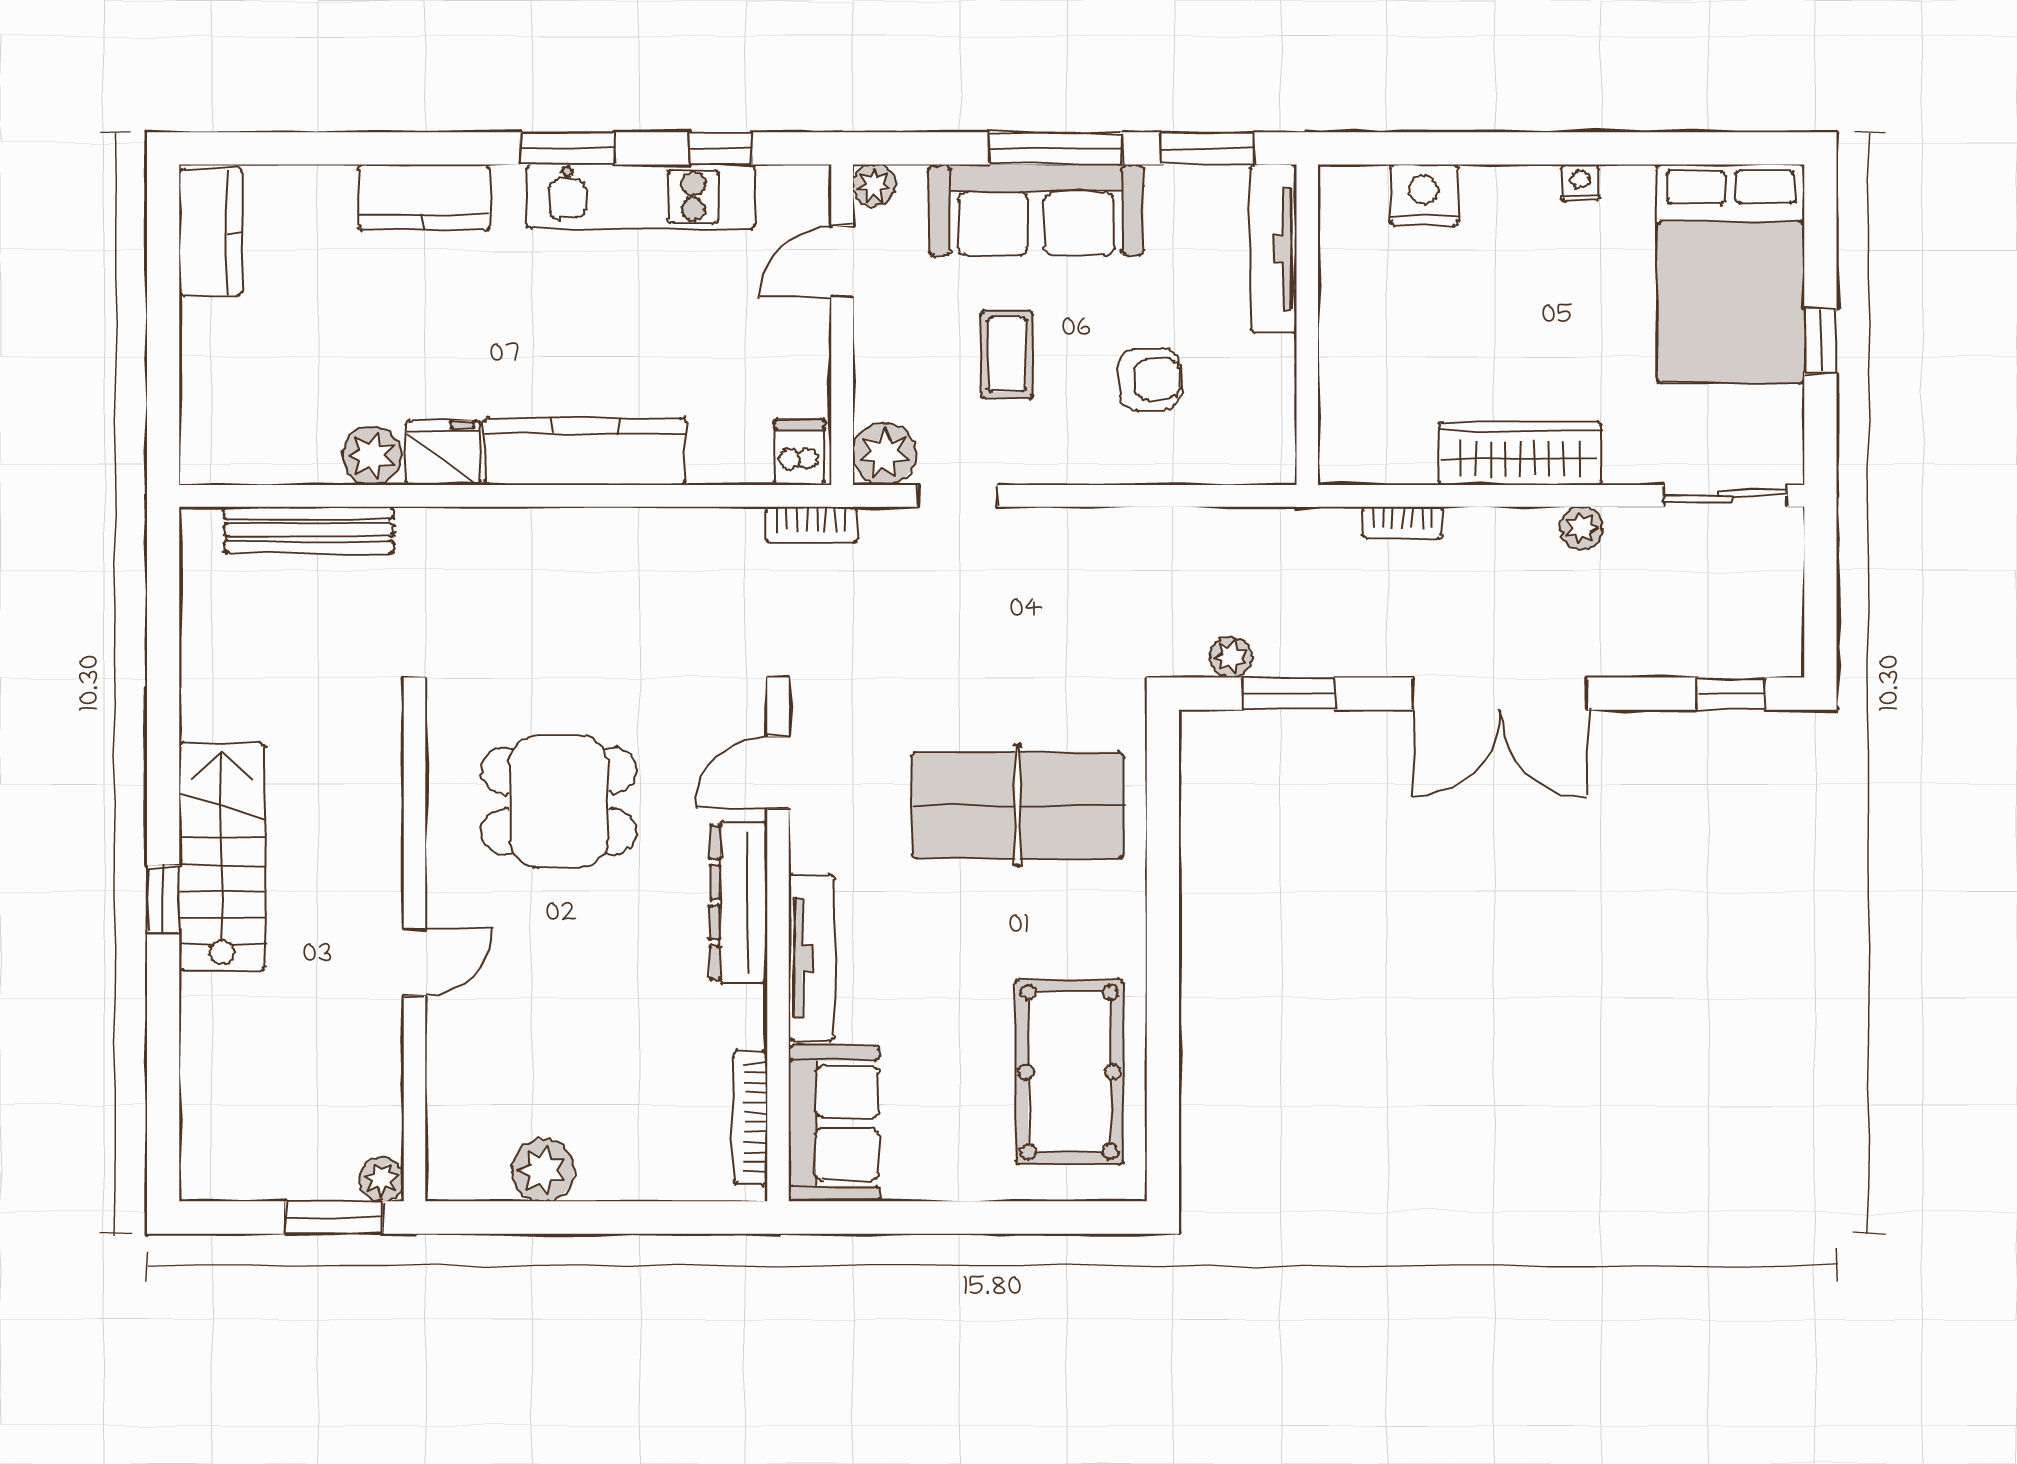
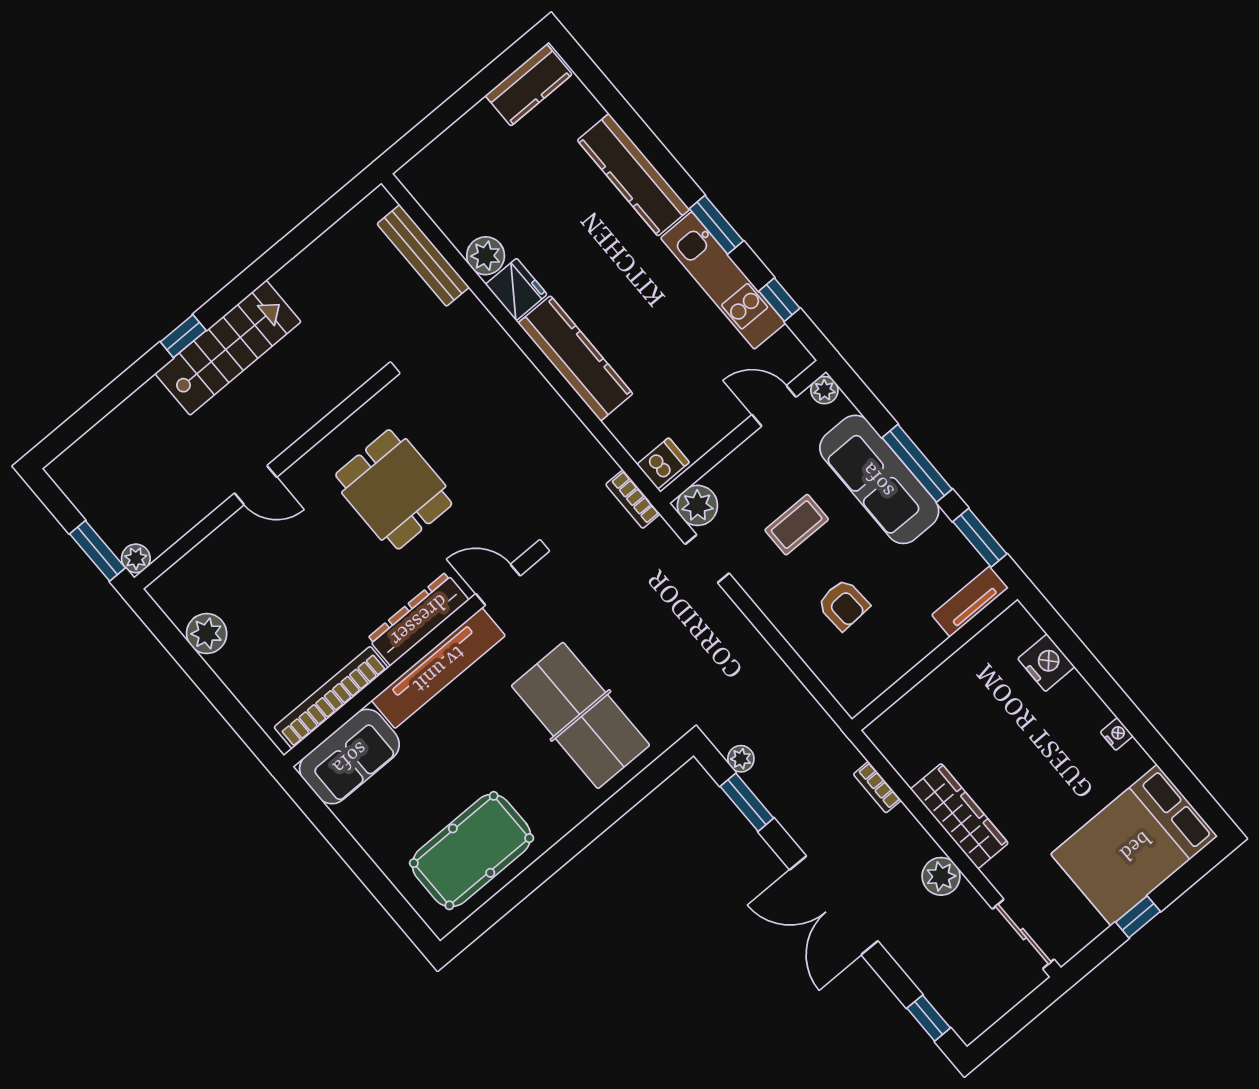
kitchen counter: (424, 197) -> (633, 175), width x1.50
tv unit: (1274, 249) -> (970, 601), width x0.71
plant: (1582, 528) -> (941, 876), width x1.38, depth x1.38
tv unit: (811, 958) -> (438, 668), width x1.36, depth x1.29
bookcase: (750, 1118) -> (331, 698), width x1.48, depth x1.31

